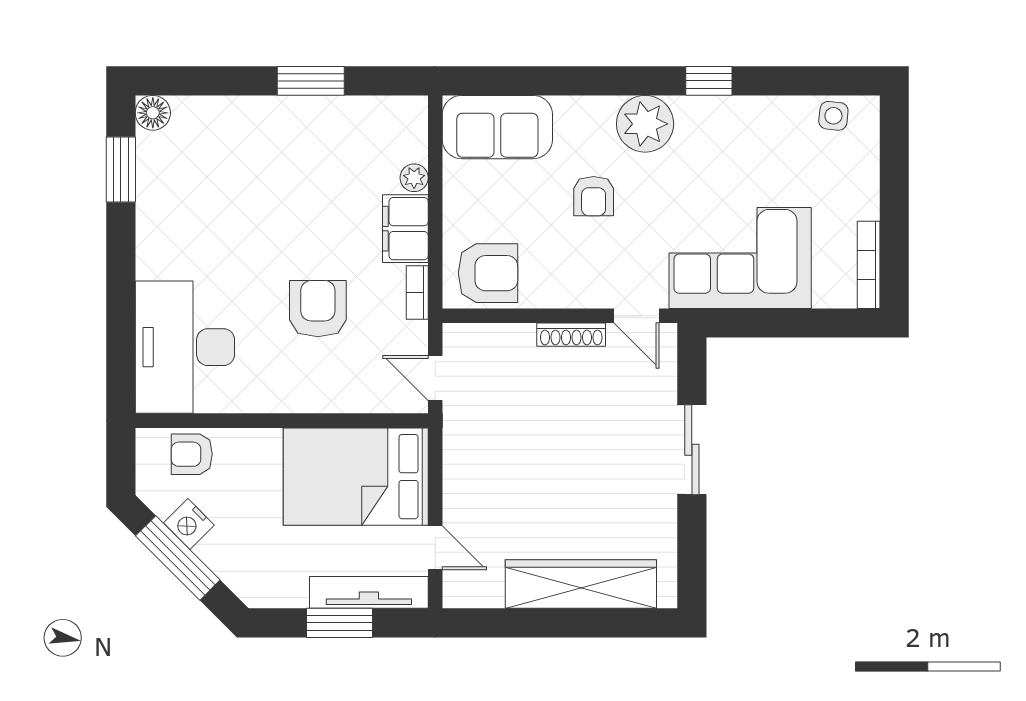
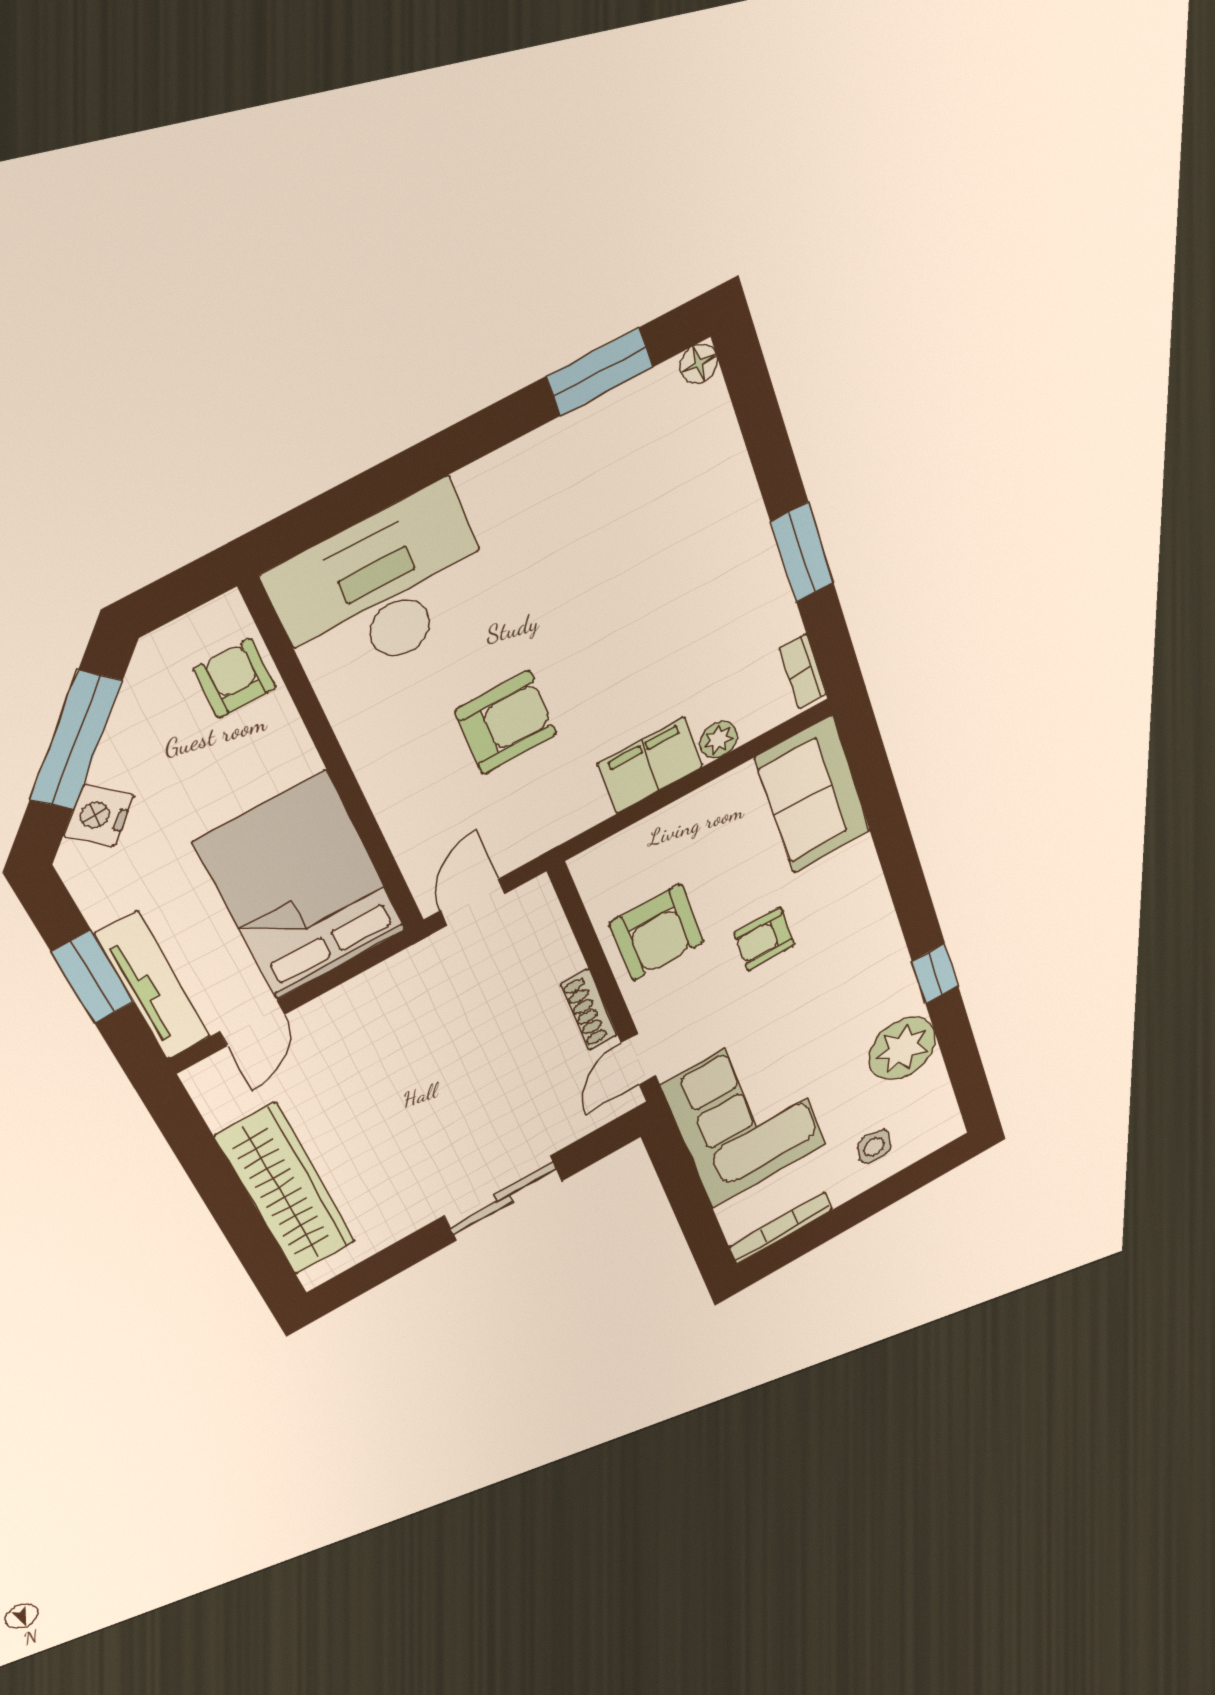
floor lamp: (153, 113) -> (699, 364), width x0.73, depth x0.73
side table: (833, 116) -> (874, 1147), moved
plant: (645, 124) -> (903, 1049), moved
armchair: (488, 273) -> (657, 933), moved
bookcase: (417, 292) -> (803, 671), moved, turned -90
nightstand: (189, 524) -> (99, 816), moved

